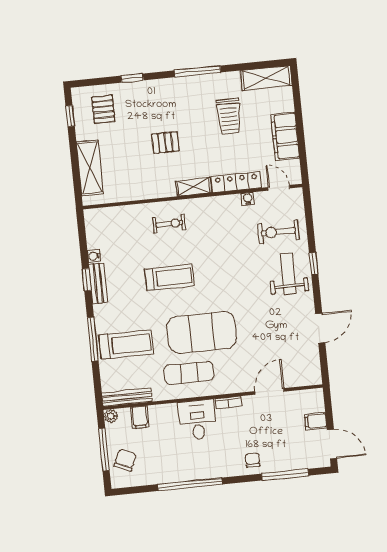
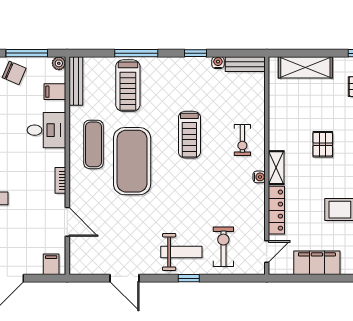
water cooler: (248, 199) -> (259, 177), moved
bench: (98, 283) -> (245, 64), moved
desk: (198, 420) -> (46, 130), moved
filing cabinet: (316, 421) -> (51, 264), moved

